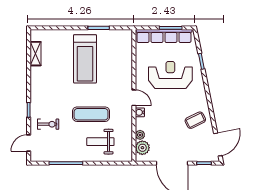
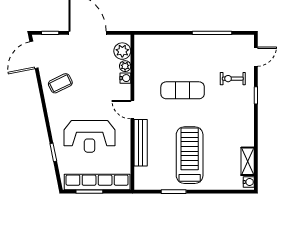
water cooler: (35, 36) -> (249, 182), added
bench: (127, 69) -> (141, 143), added
water cooler: (140, 112) -> (125, 78), moved
weight bench: (100, 142) -> (172, 58), removed

